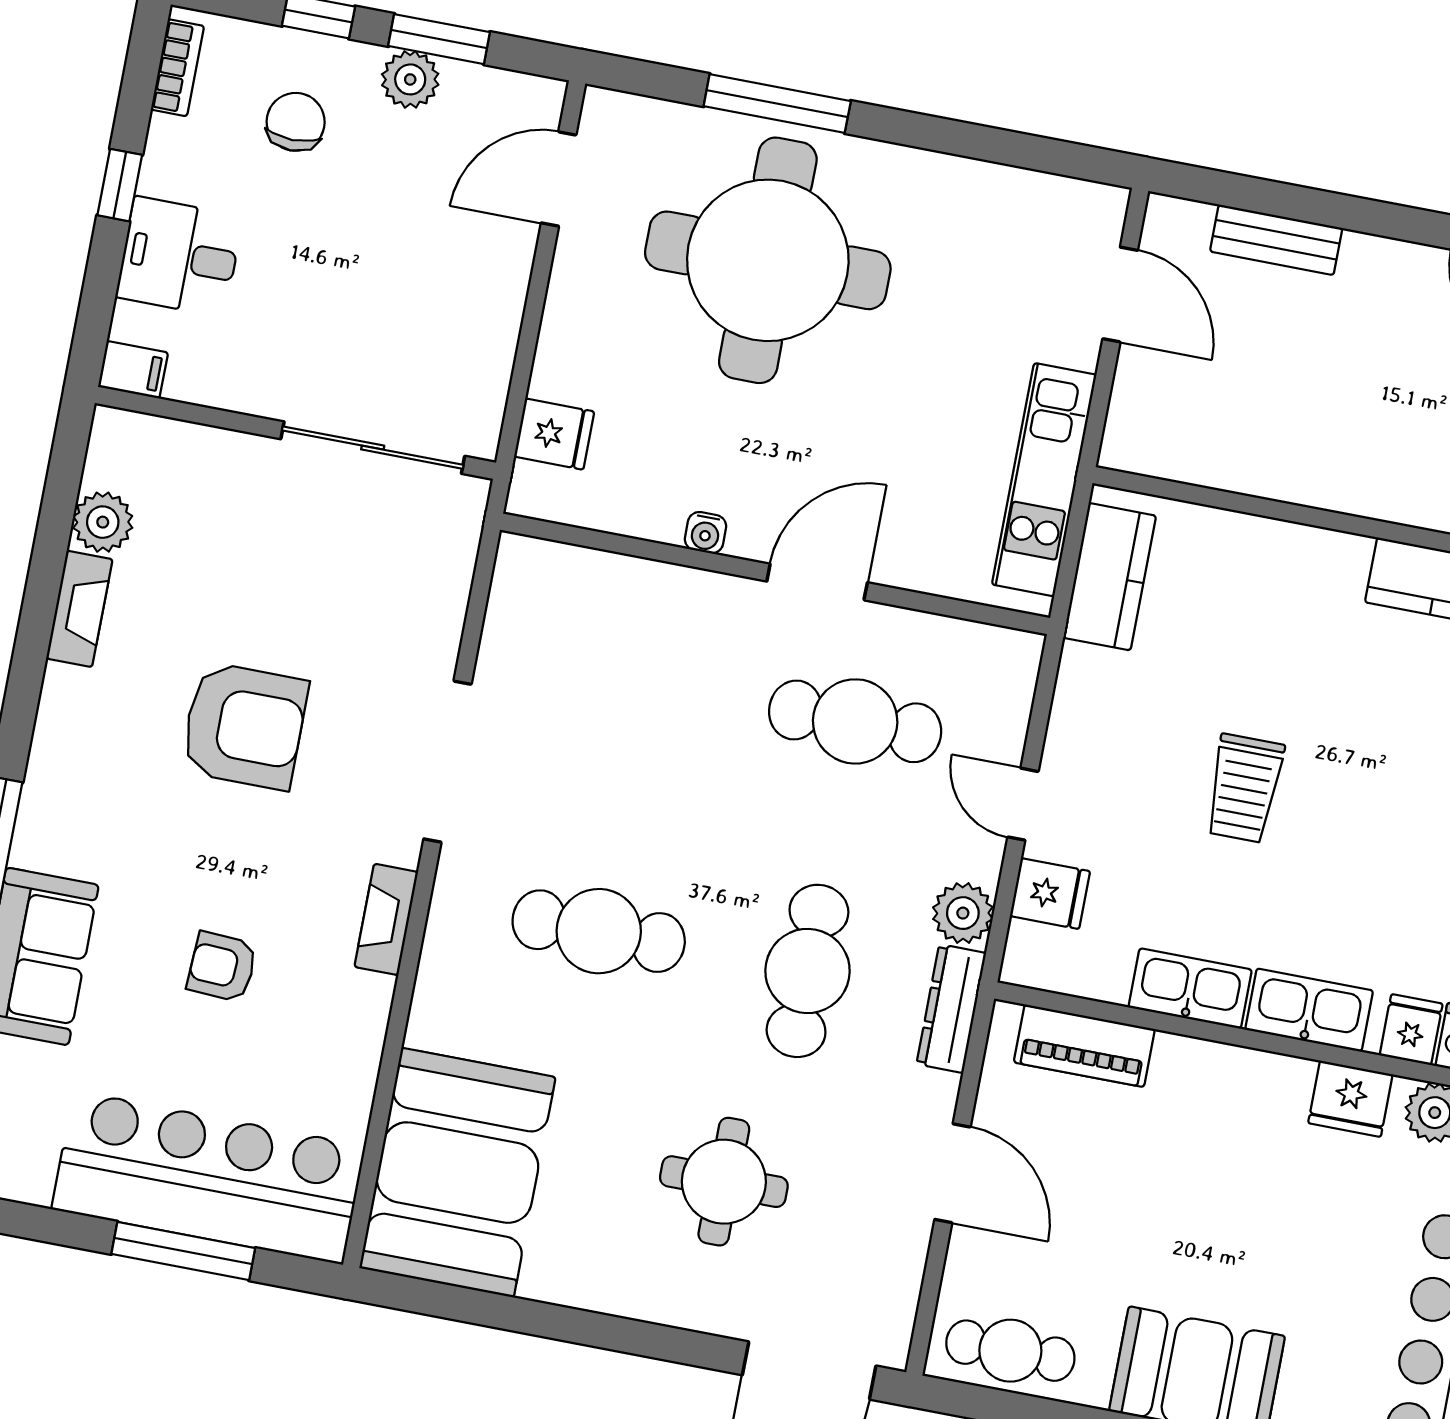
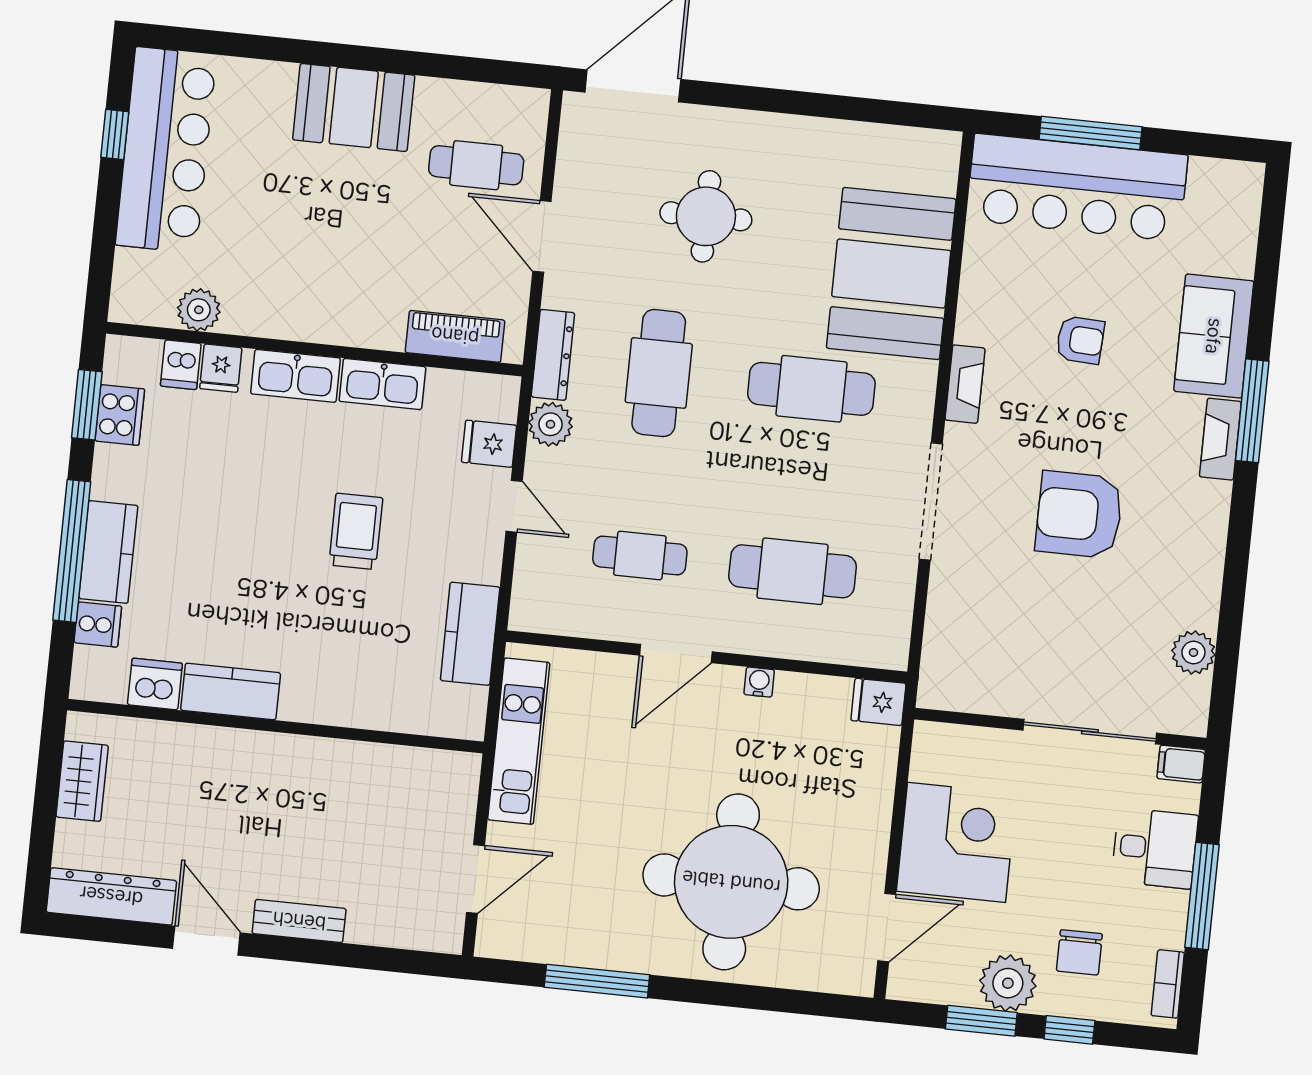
plant: (410, 79) -> (1008, 983), width x1.36, depth x1.36
window: (777, 104) -> (597, 981), moved
window: (120, 185) -> (1202, 896), width x2.17
bench: (1276, 240) -> (299, 921), moved
corner desk: (452, 288) -> (956, 842), added
door: (1120, 295) -> (476, 879), swing flipped
fridge: (554, 434) -> (878, 702), moved
sliding door: (373, 448) -> (1090, 732), moved
kitchen counter: (1110, 577) -> (470, 634), moved
fireplace: (79, 609) -> (1220, 439), moved
cafe table: (646, 682) -> (793, 571), added
cafe table: (855, 721) -> (640, 556), width x0.73, depth x0.74
fridge: (1350, 1099) -> (260, 315), removed
booth: (457, 1173) -> (891, 273), moved
cafe table: (1010, 1351) -> (476, 165), moved

